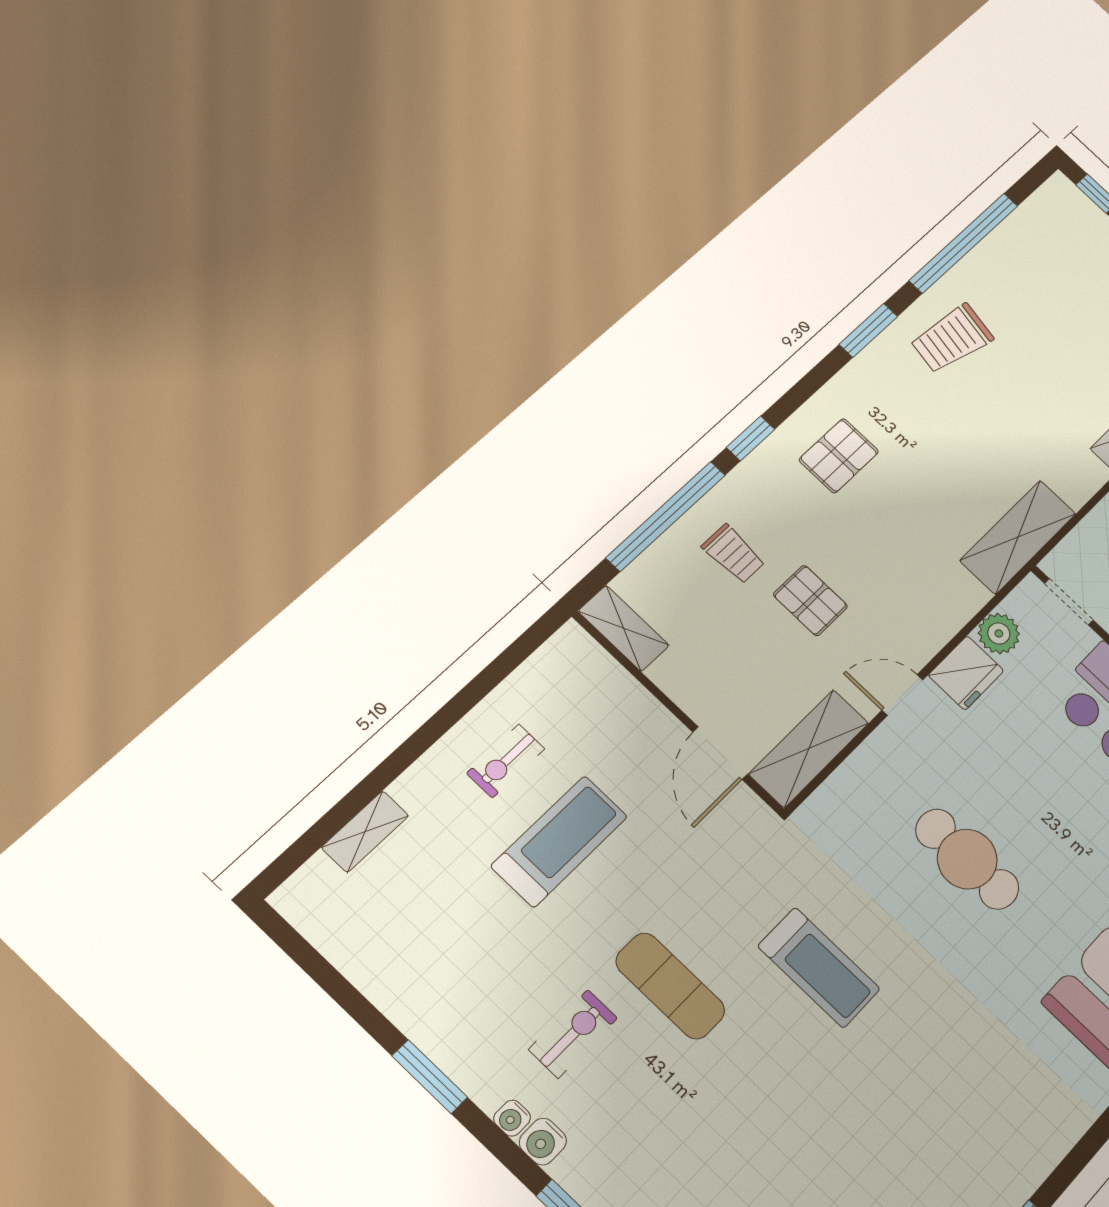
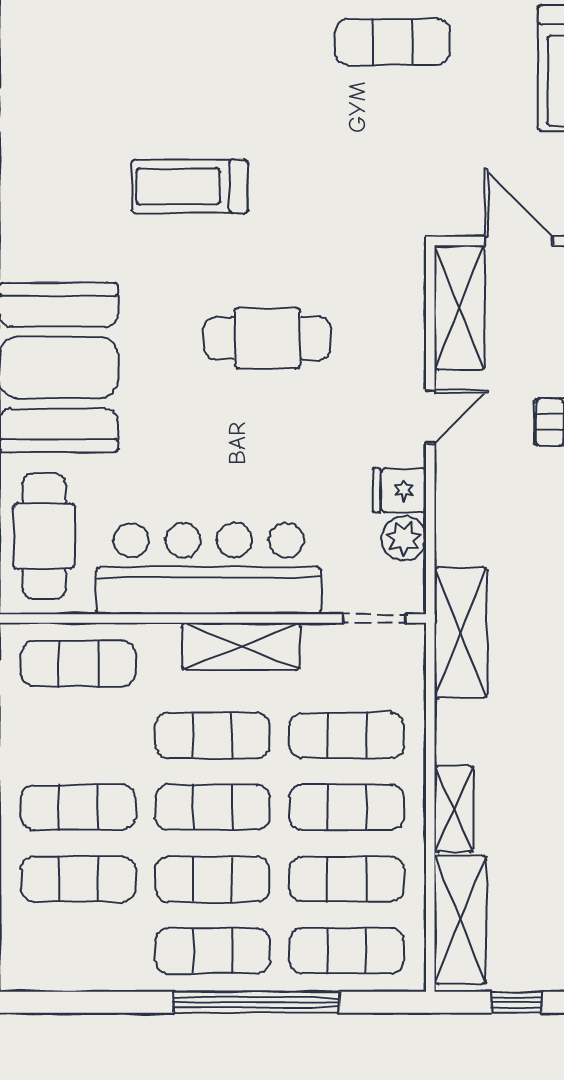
fridge: (966, 673) -> (399, 490), width x0.72
treadmill: (819, 968) -> (190, 186), moved

